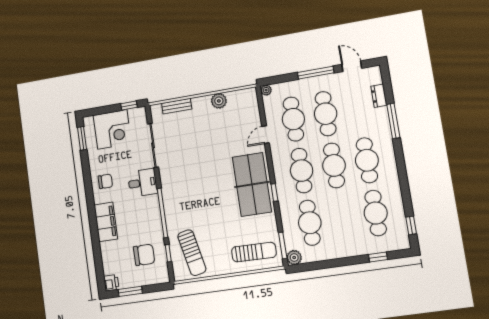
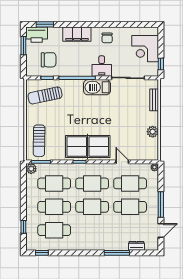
window: (82, 138) -> (45, 24), moved
cafe table: (367, 160) -> (54, 207), moved
barbecue: (171, 185) -> (97, 87), added
chair: (144, 255) -> (49, 60), turned -90
printer: (111, 283) -> (37, 35), width x1.87, depth x1.48

